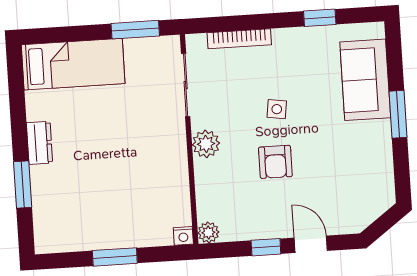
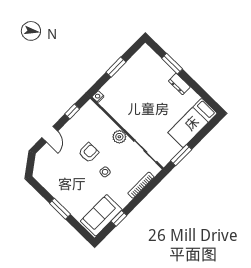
sofa: (365, 80) -> (101, 215), moved, turned -90
armchair: (275, 162) -> (89, 153), turned 90
plant: (208, 232) -> (90, 106), removed
door: (311, 244) -> (50, 134), hinge flipped
window: (266, 247) -> (72, 112), moved

